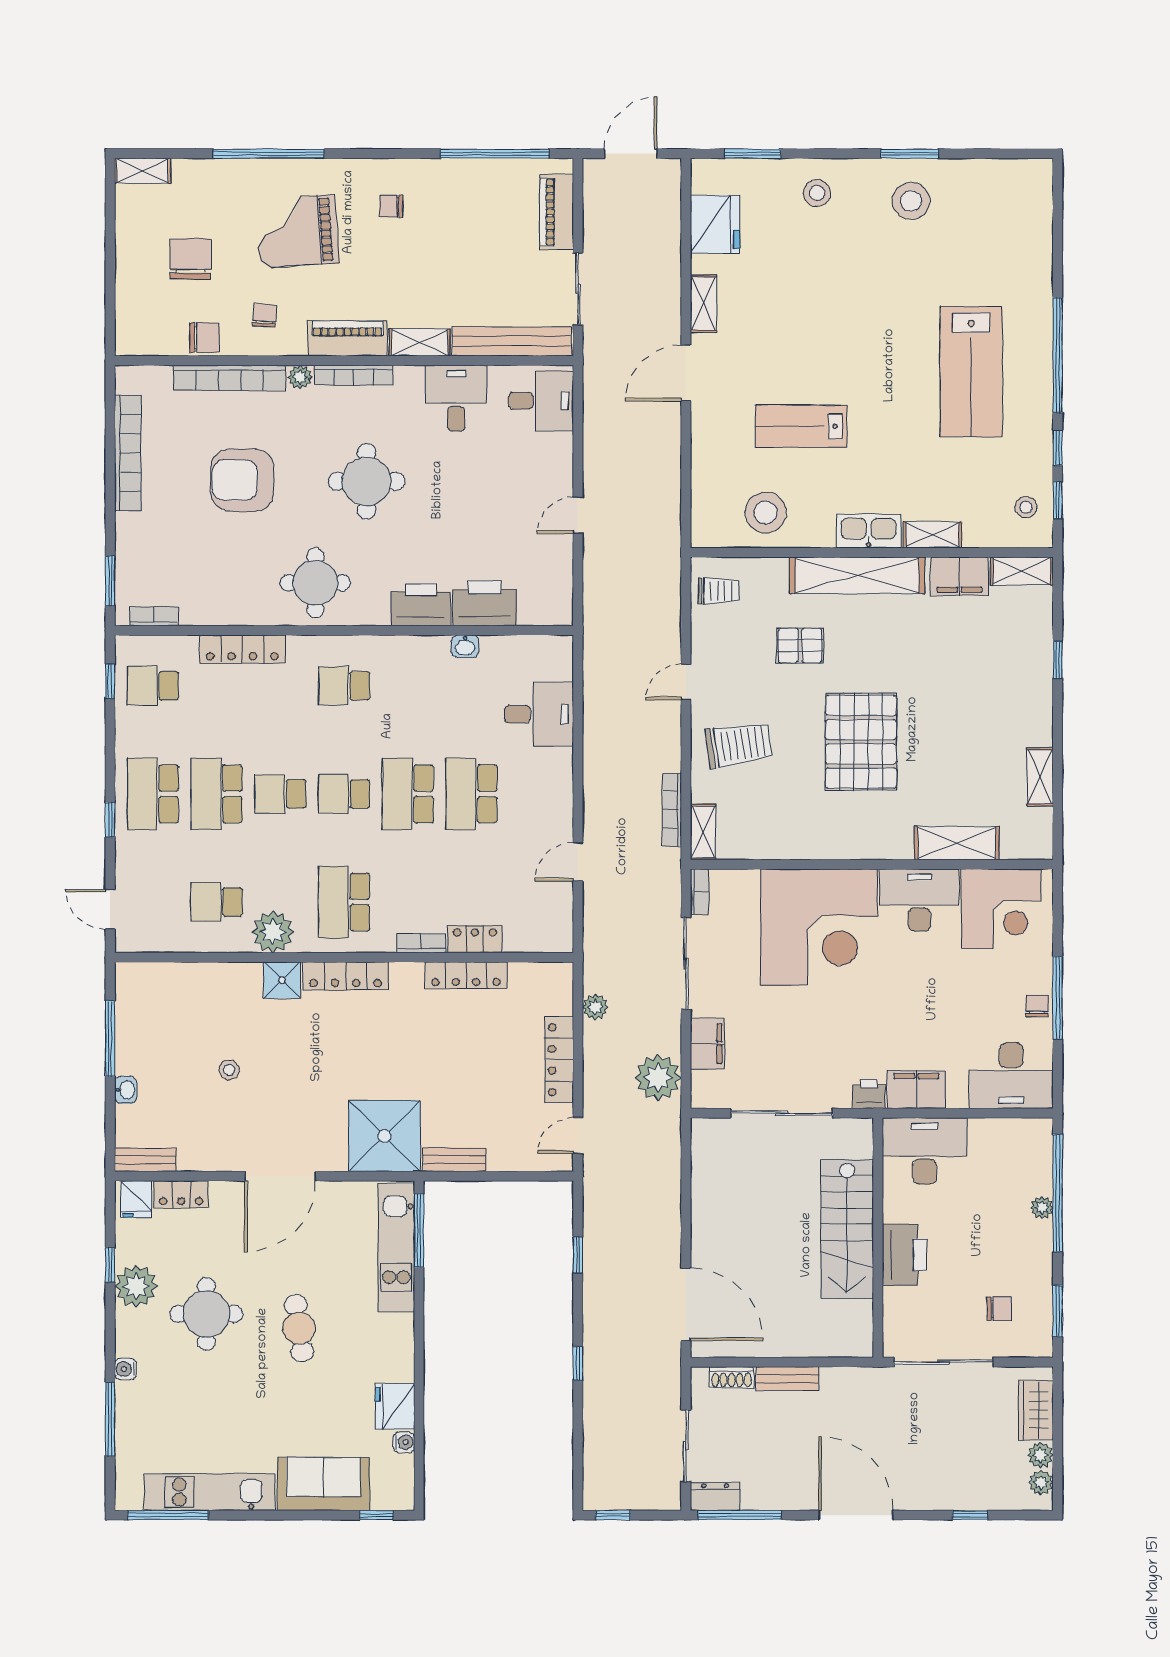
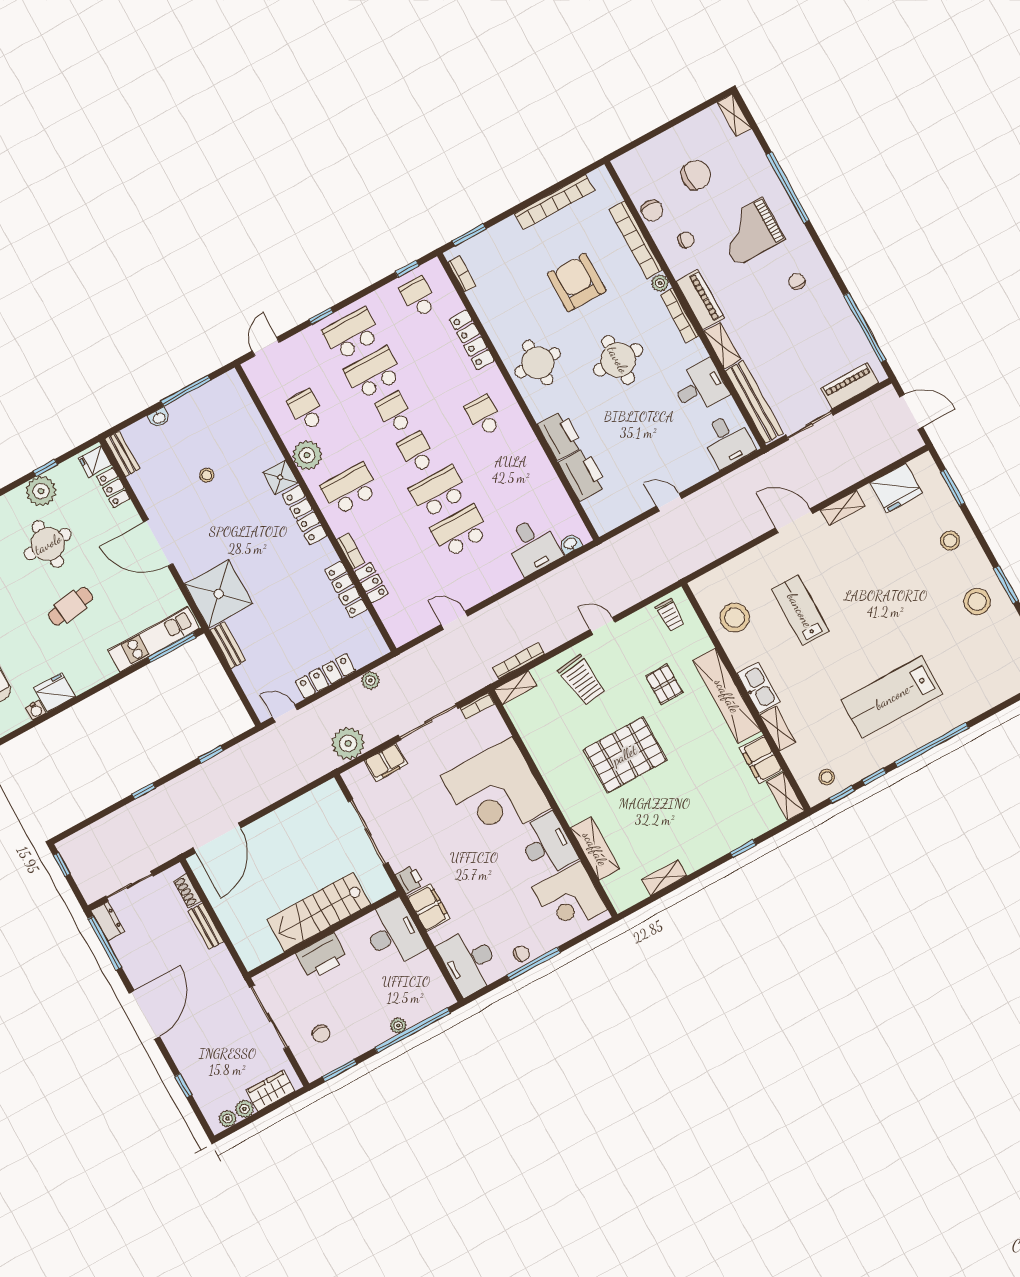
grand piano: (297, 231) -> (749, 232), turned -86
washbasin: (465, 646) -> (570, 544), moved, turned 90

